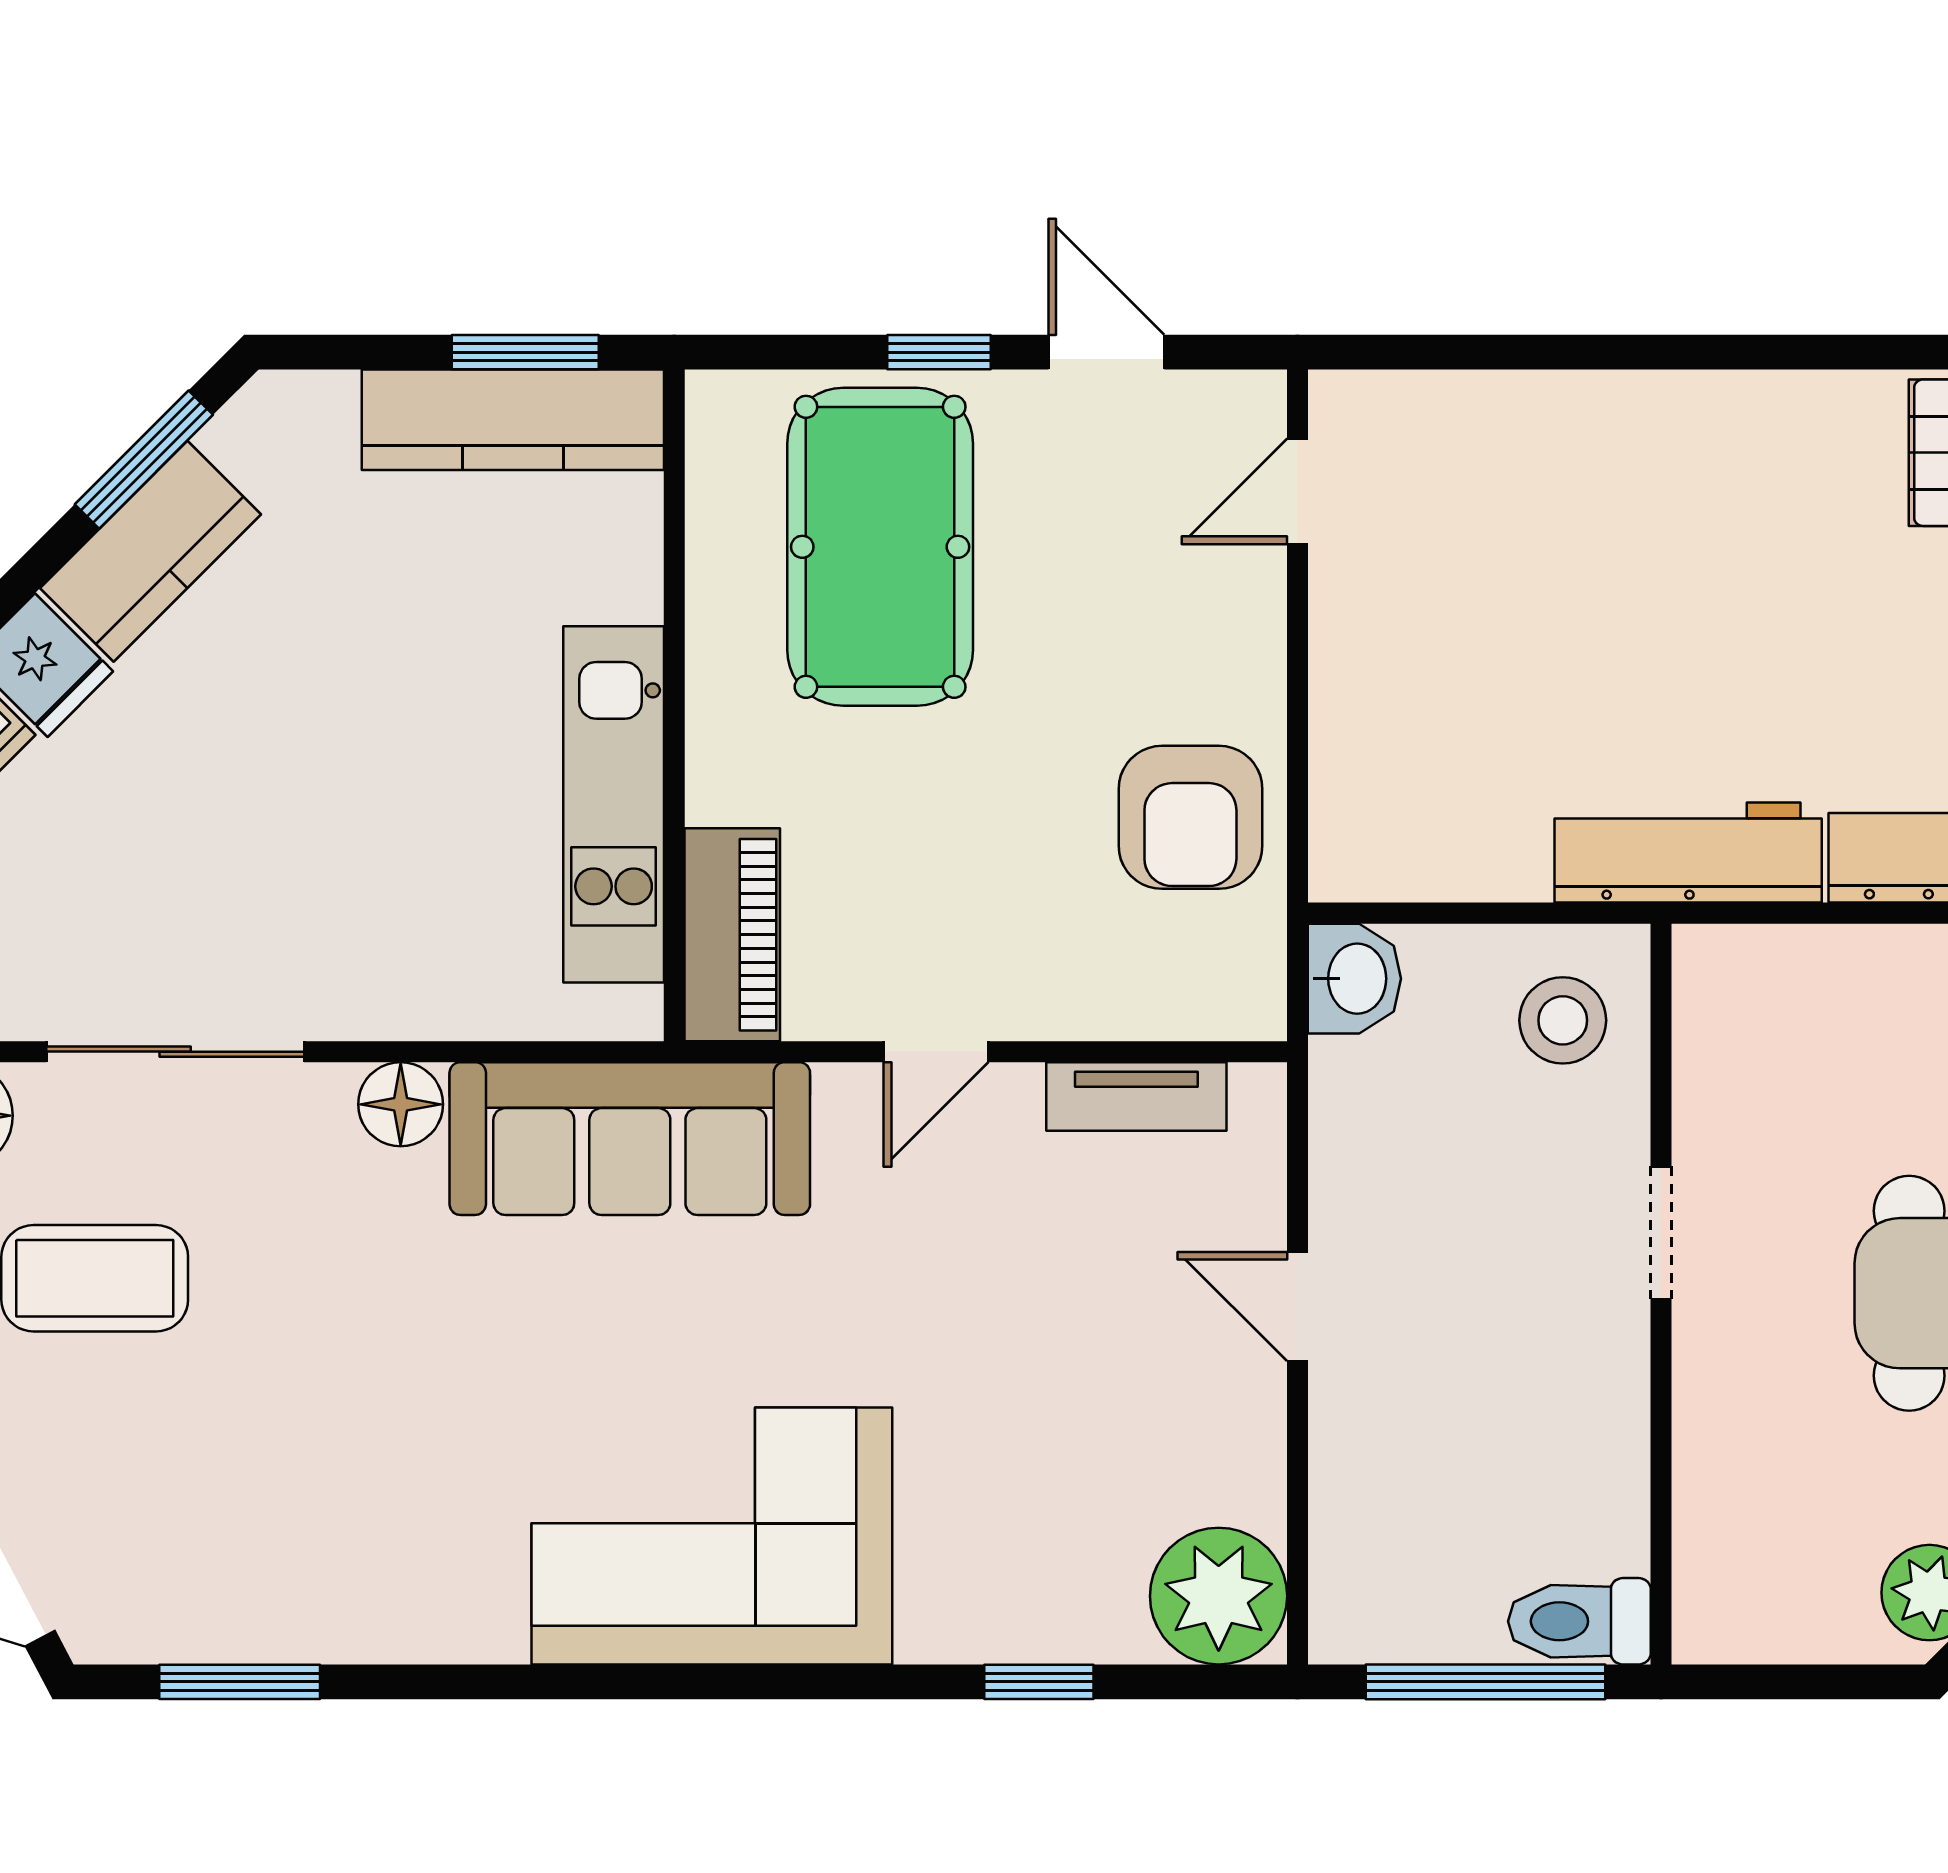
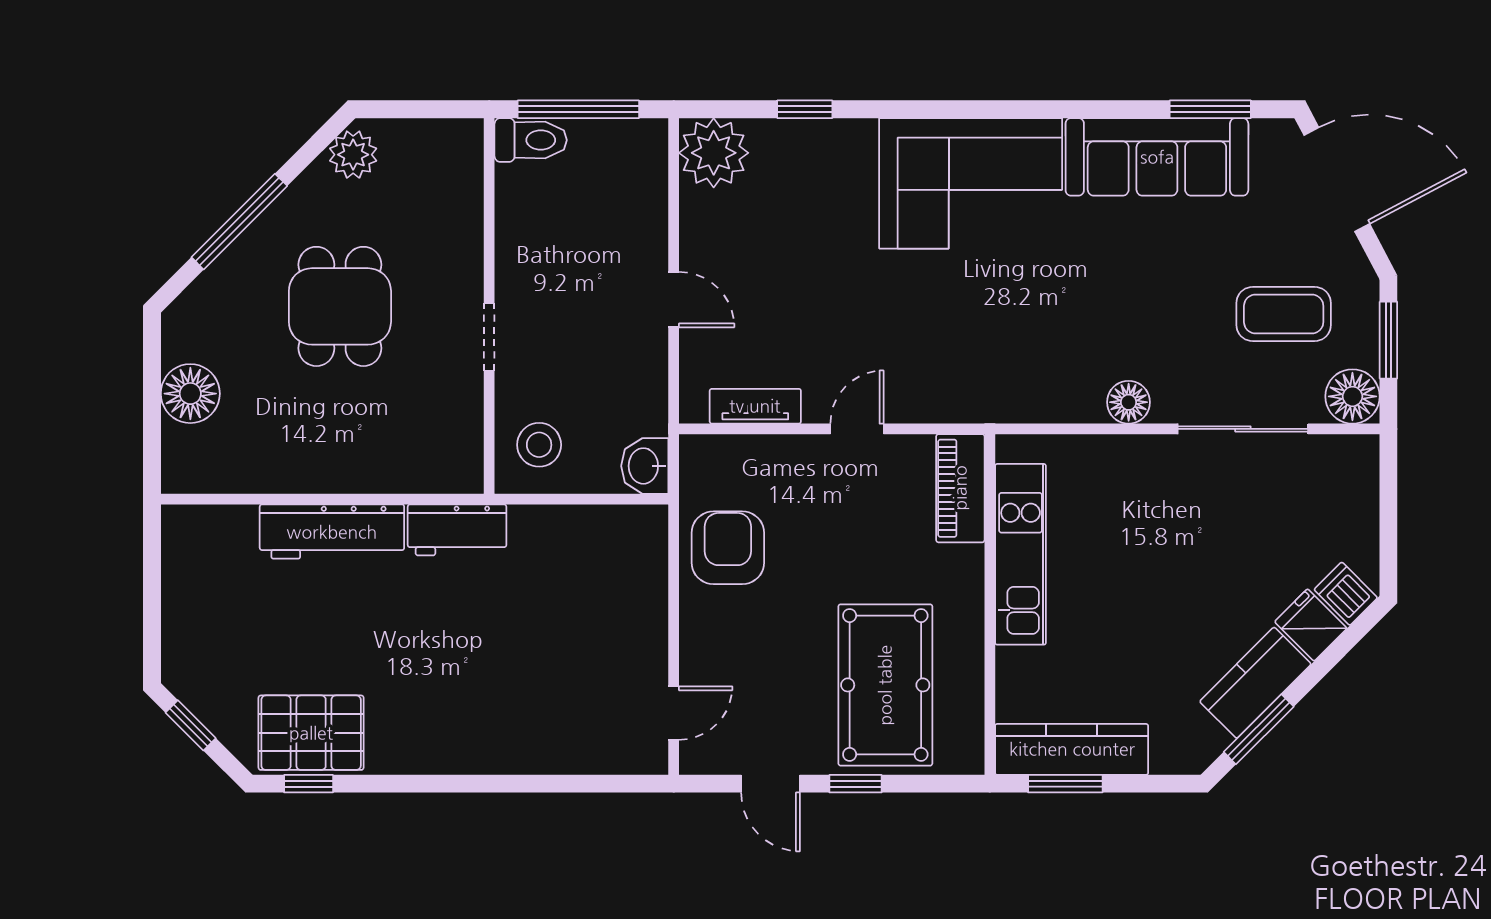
workbench: (1688, 853) -> (457, 530), width x0.73
sofa: (630, 1139) -> (1157, 157), moved, turned 180

